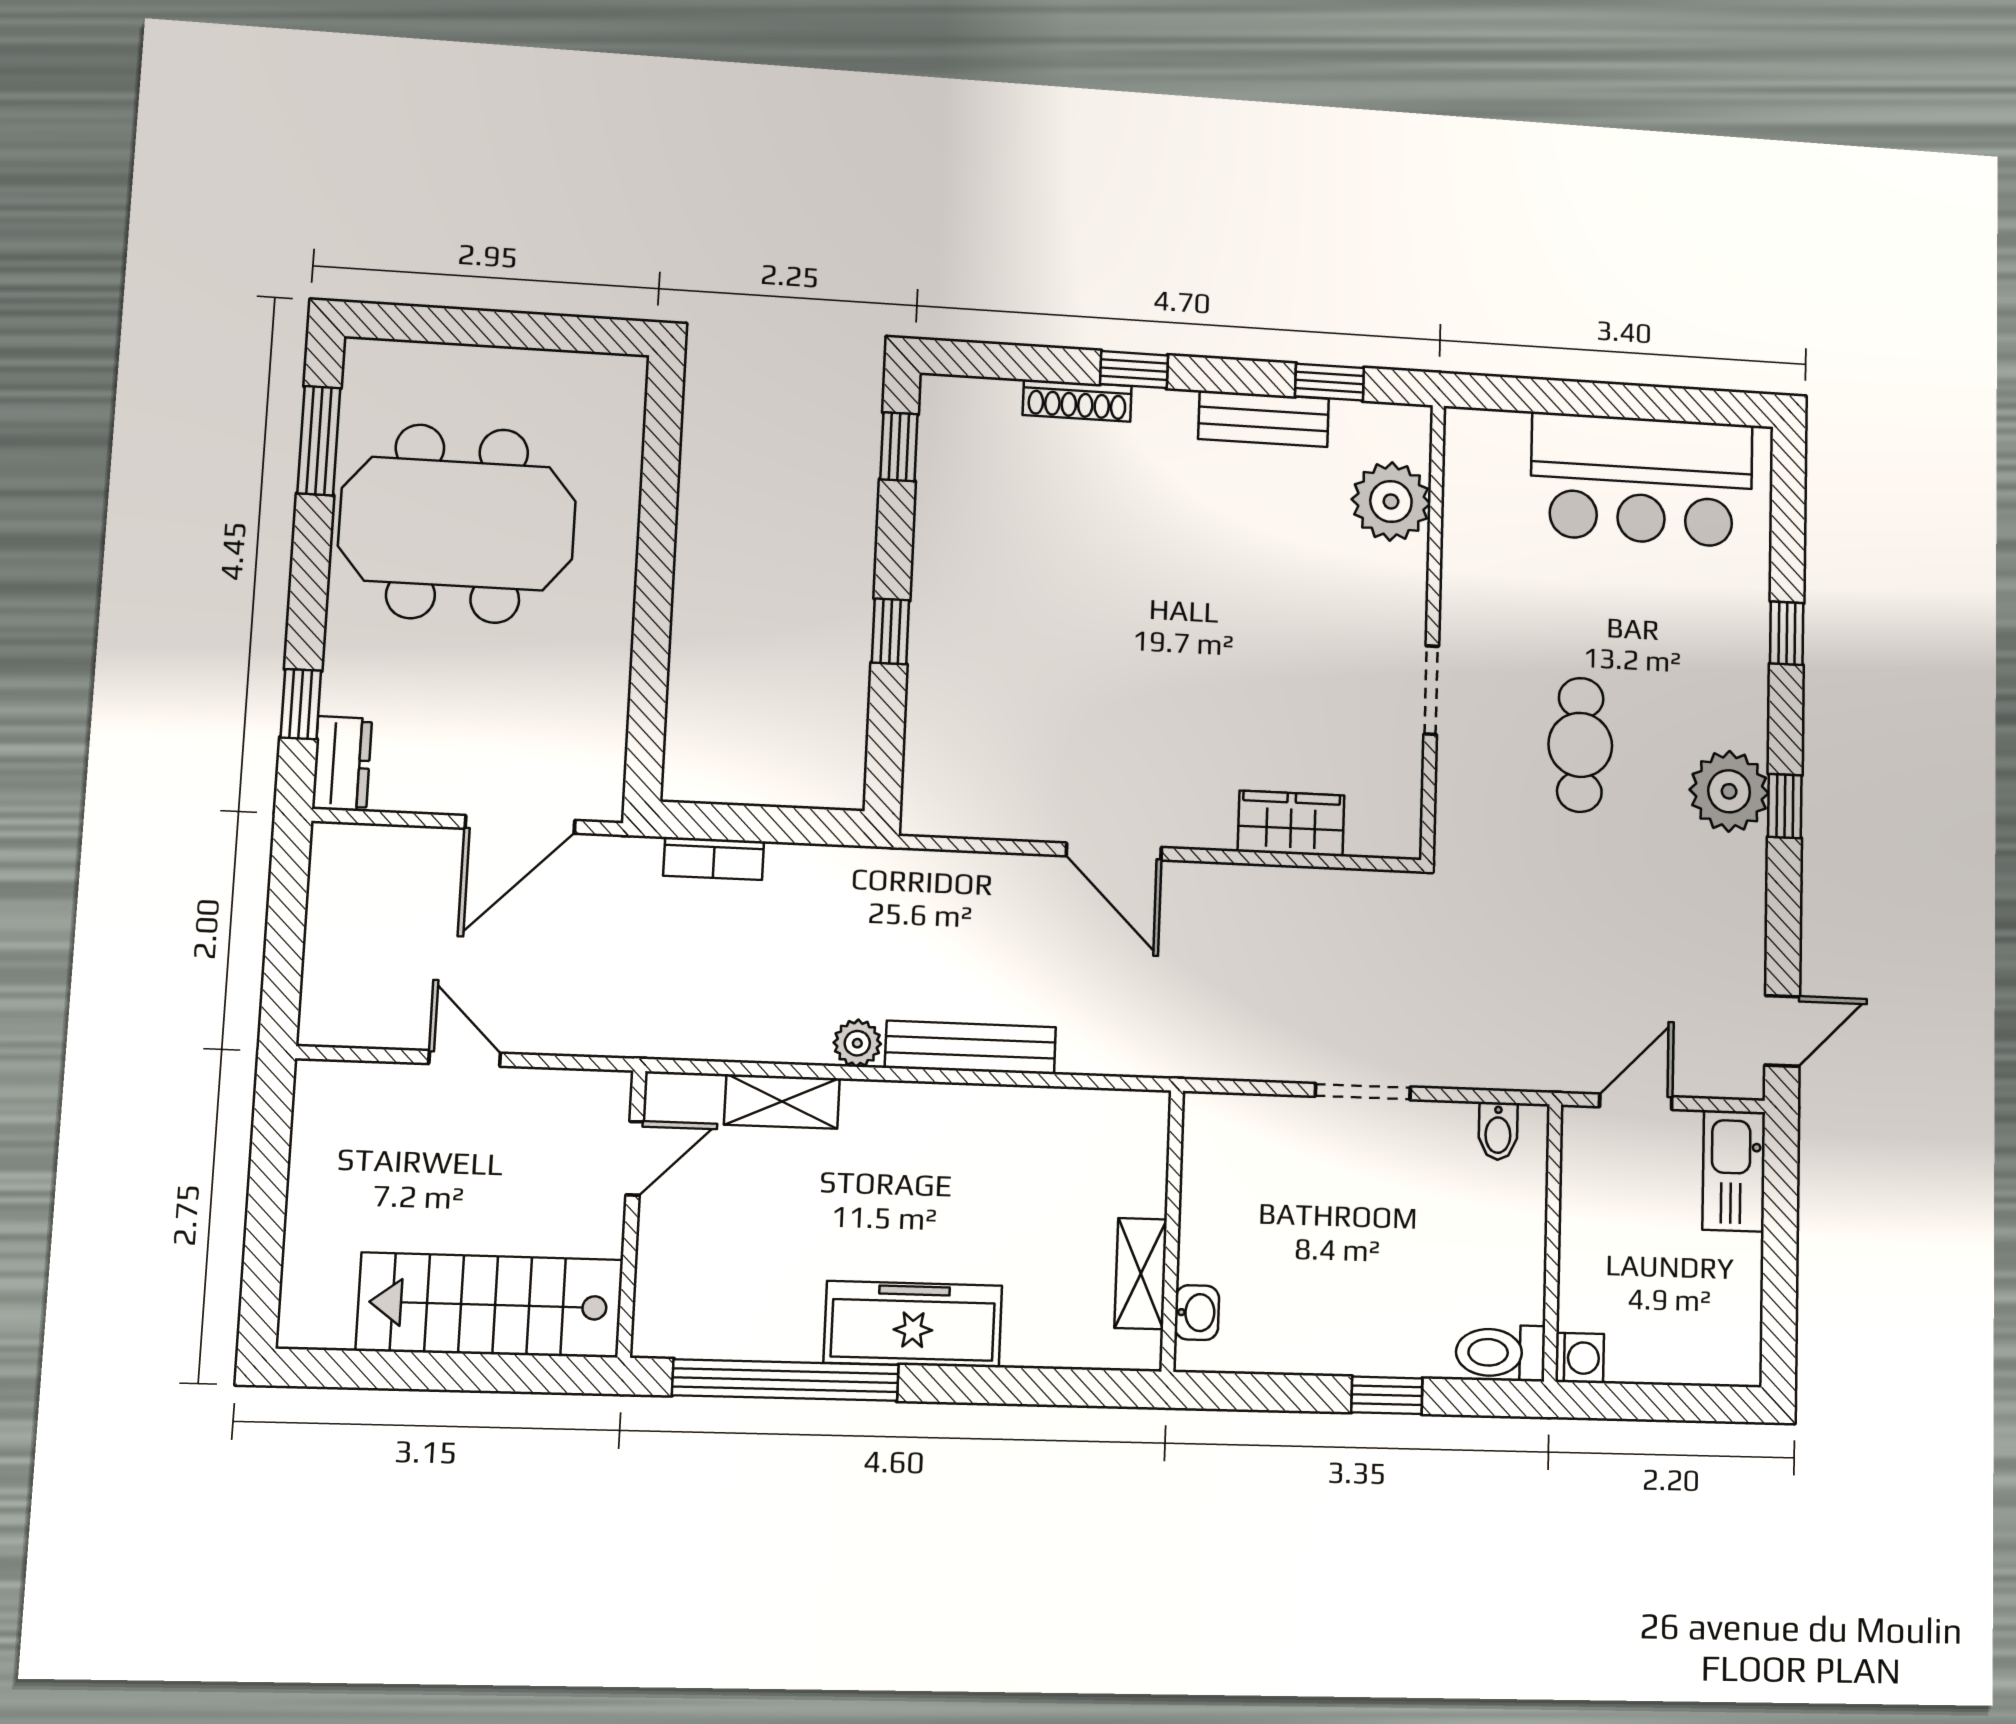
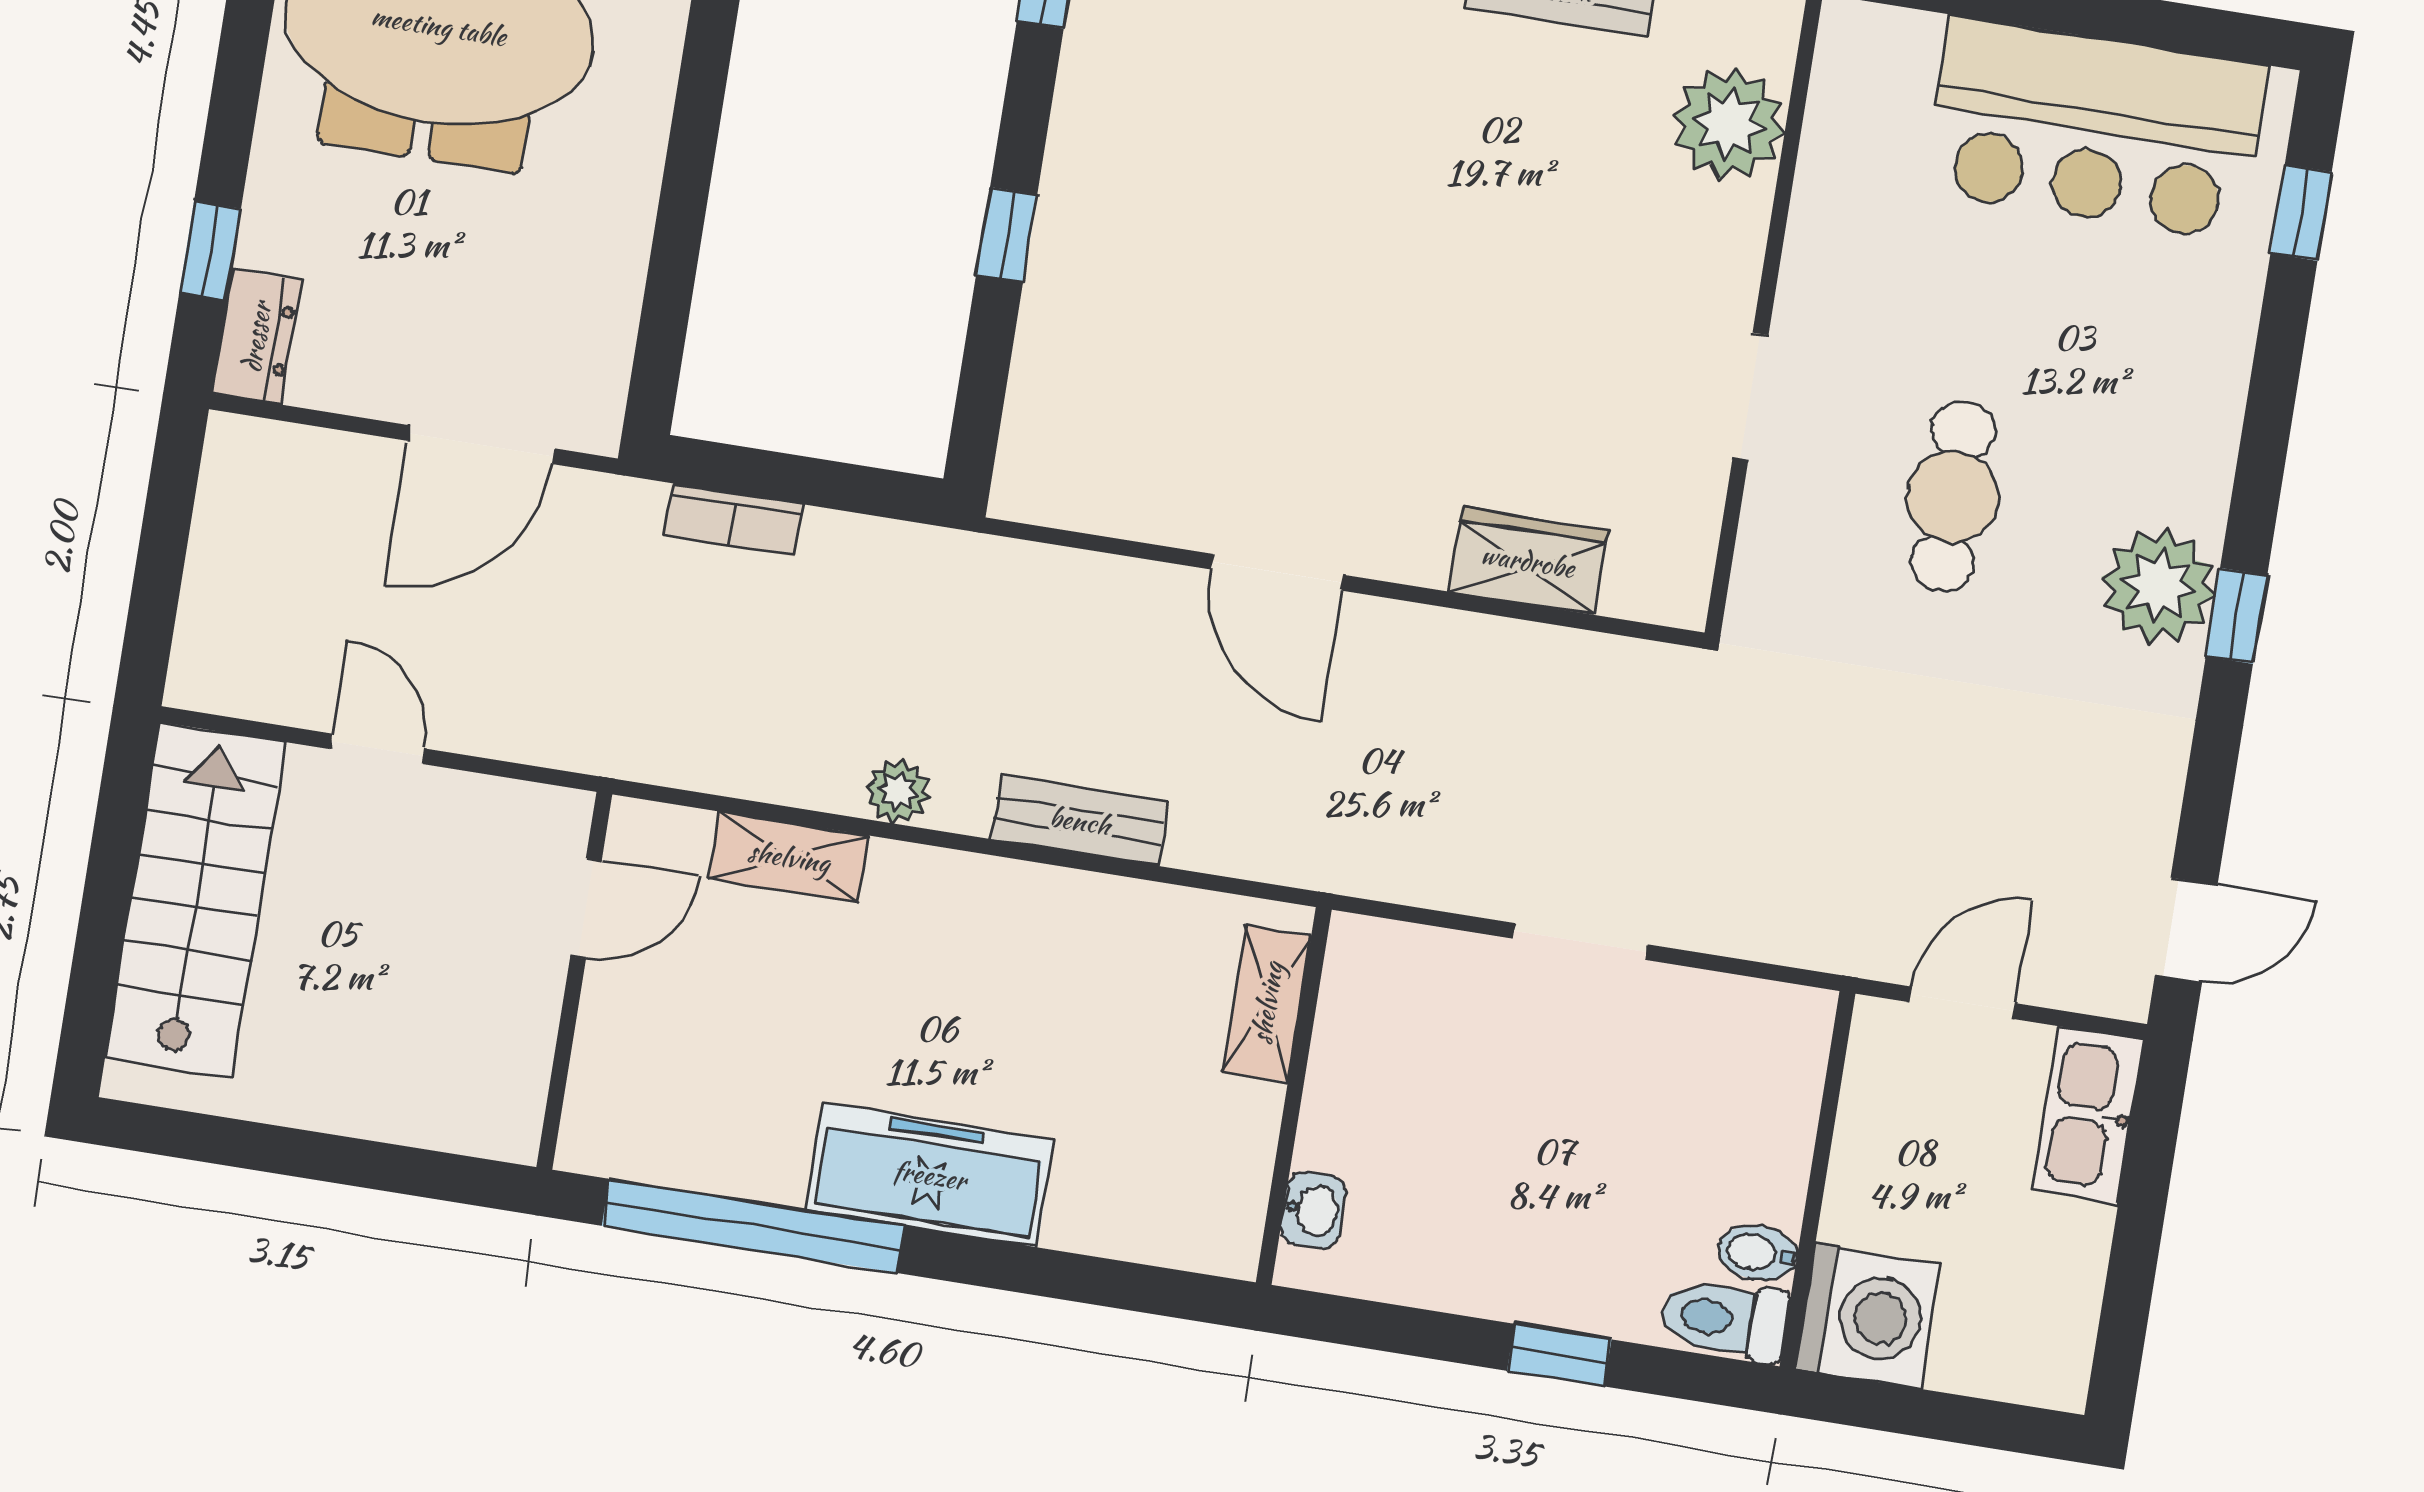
window: (1787, 633) -> (2301, 213), moved
bench: (970, 1047) -> (1080, 821), width x0.73
bidet: (1498, 1131) -> (1758, 1253), moved, turned 90
shelving: (1141, 1274) -> (1267, 1003), moved
stairs: (490, 1305) -> (195, 900), moved, turned 90
washing machine: (1580, 1358) -> (1868, 1316), width x1.89, depth x1.89

